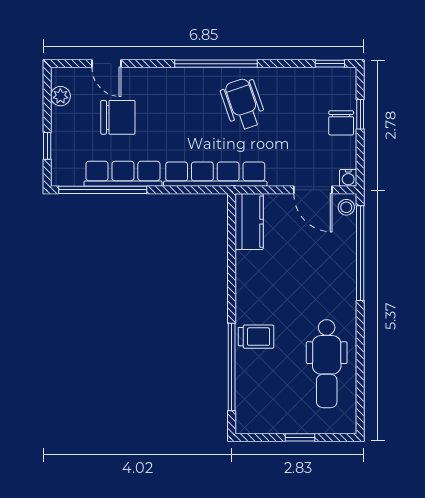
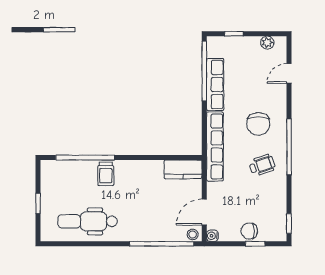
wheelchair: (243, 104) -> (262, 165), width x0.73, depth x0.73
chair: (118, 117) -> (258, 124), moved

